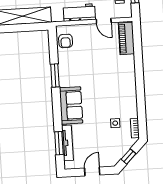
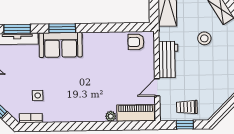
plant: (130, 60) -> (111, 116), added
window: (55, 76) -> (62, 28), moved

